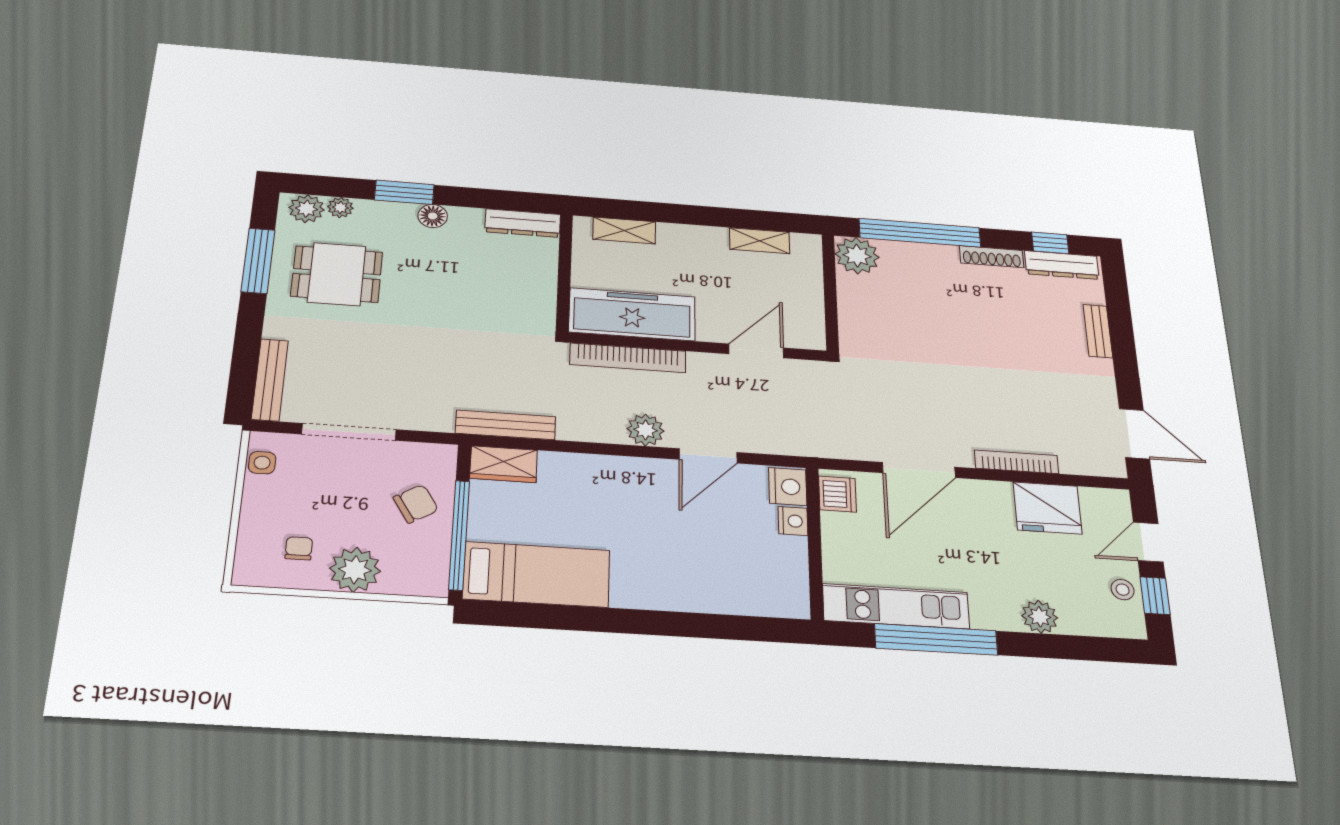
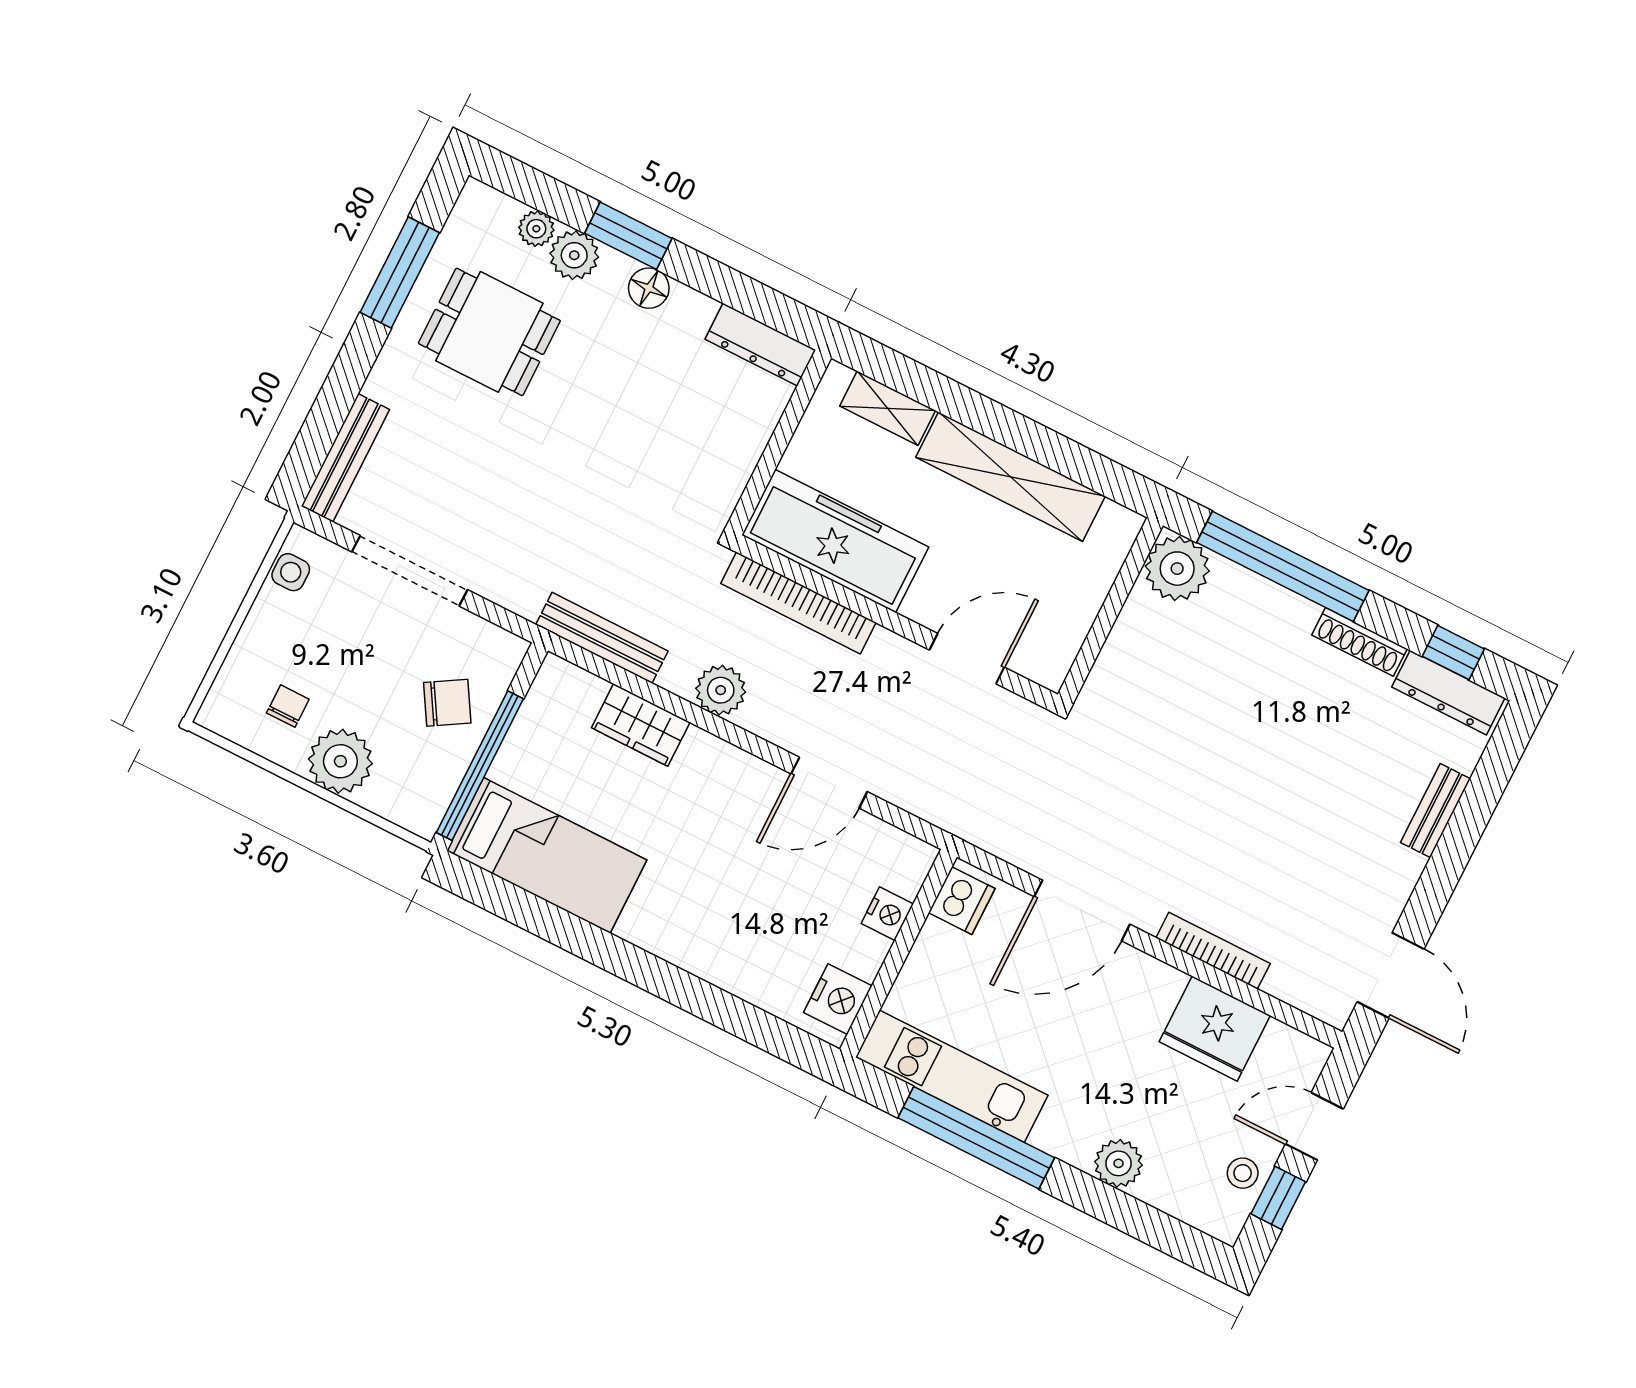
plant: (307, 209) -> (574, 255), moved
shelving: (760, 241) -> (1011, 477), width x2.20, depth x1.33
plant: (646, 430) -> (721, 690), moved
wardrobe: (504, 464) -> (641, 725), moved
nightstand: (788, 487) -> (838, 999), moved

